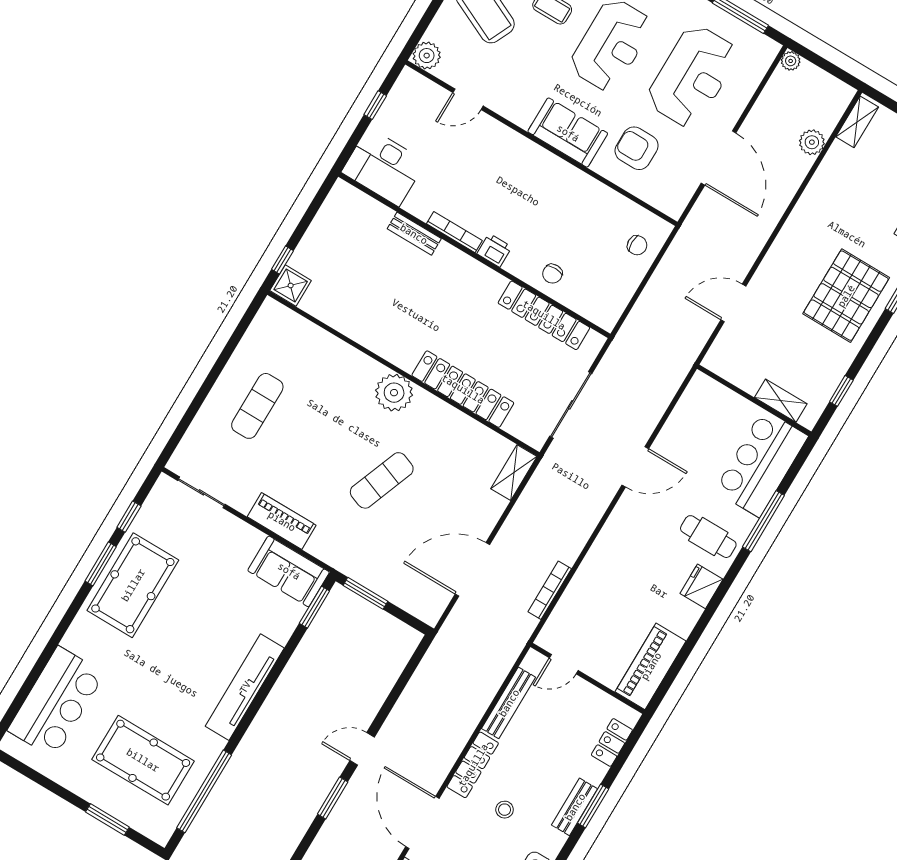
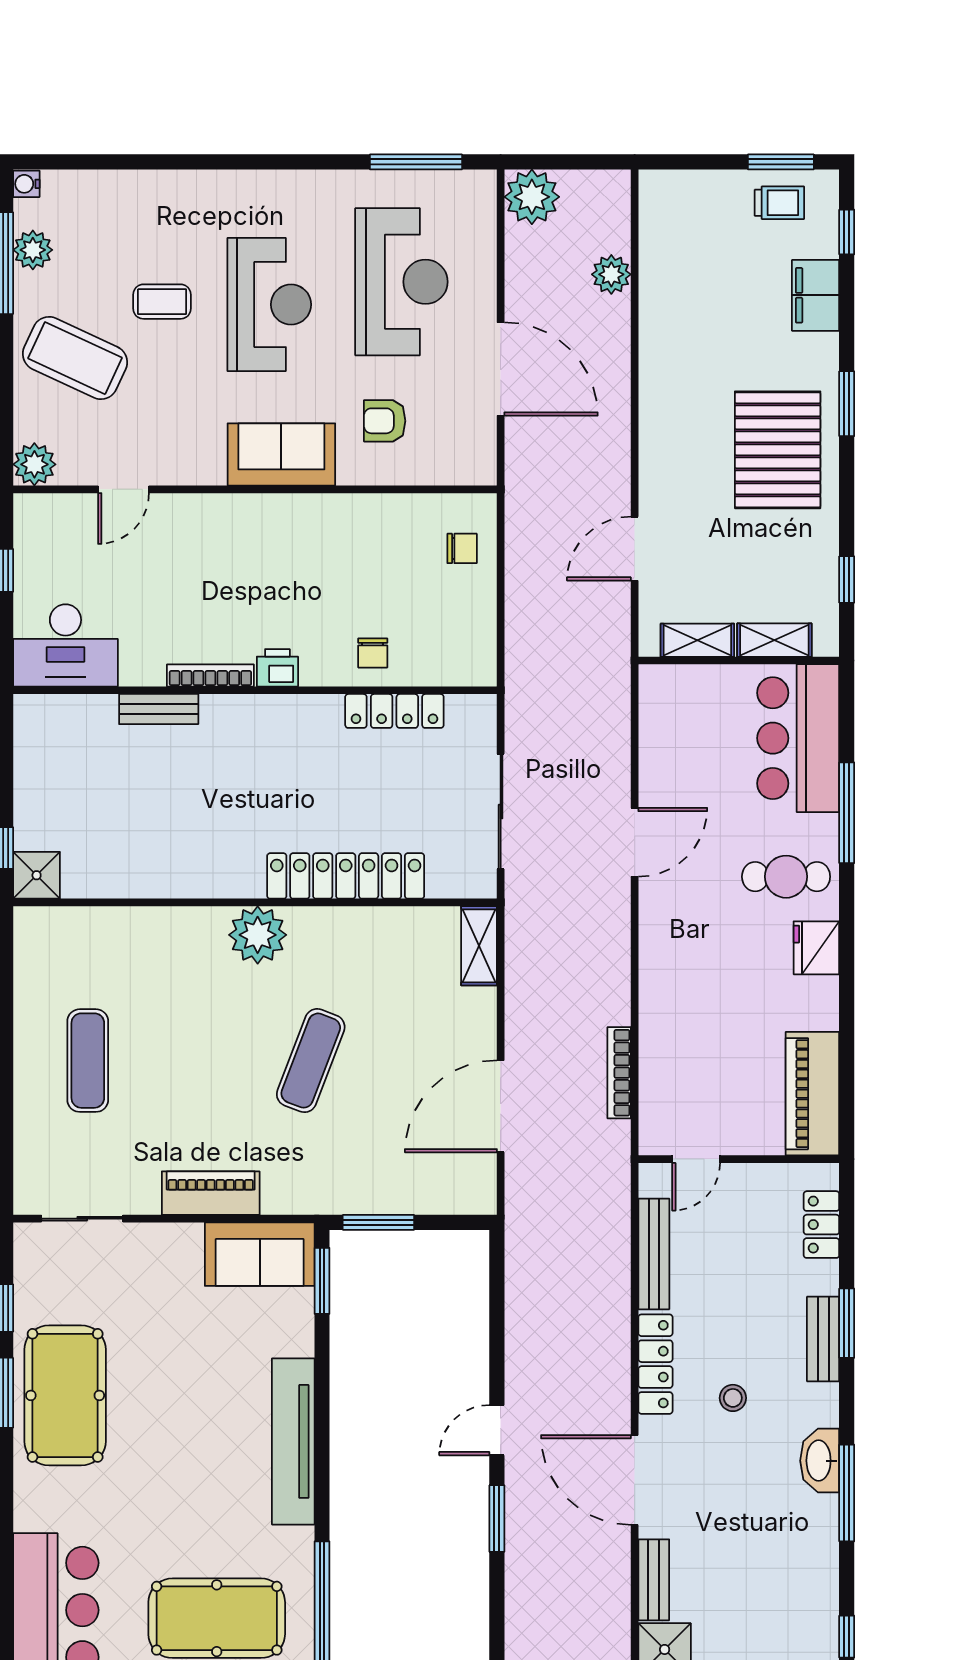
plant: (791, 61) -> (532, 197), width x1.87, depth x1.87
shelving: (857, 122) -> (697, 640), moved, turned 90
armchair: (637, 148) -> (385, 421), width x0.72, depth x0.72
locker: (544, 315) -> (394, 711), width x0.71, depth x0.83

